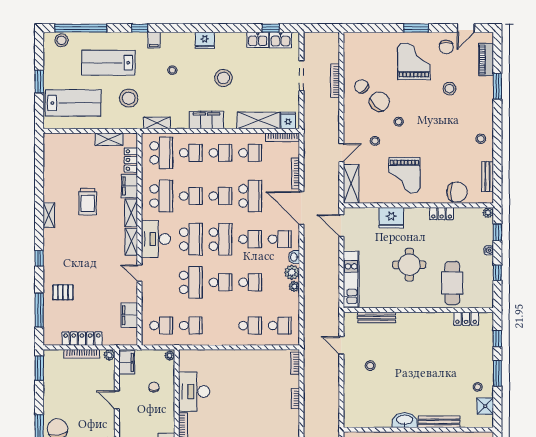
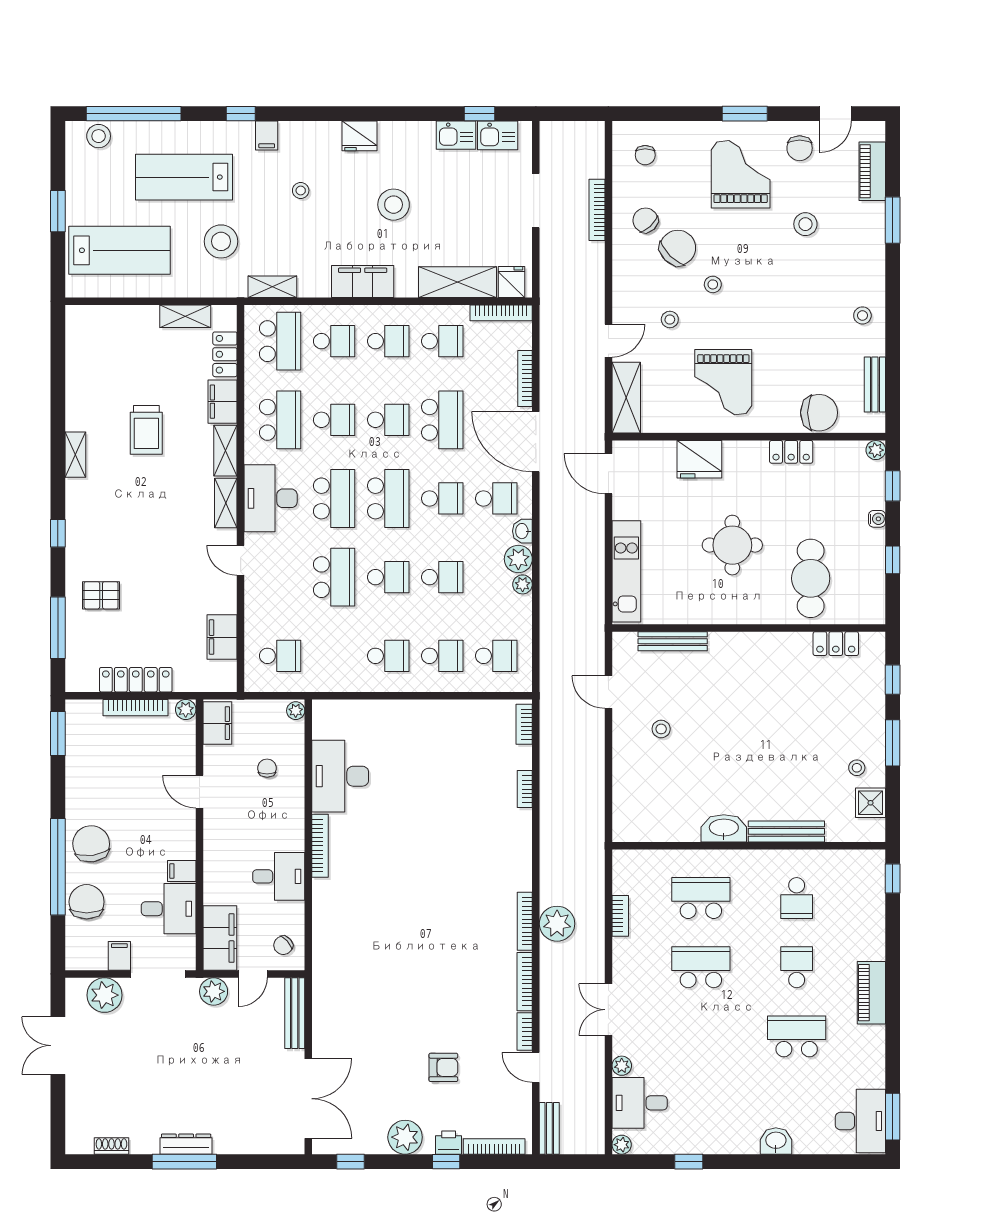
chair: (361, 51) -> (645, 155), added
school desk: (191, 326) -> (388, 656), moved

